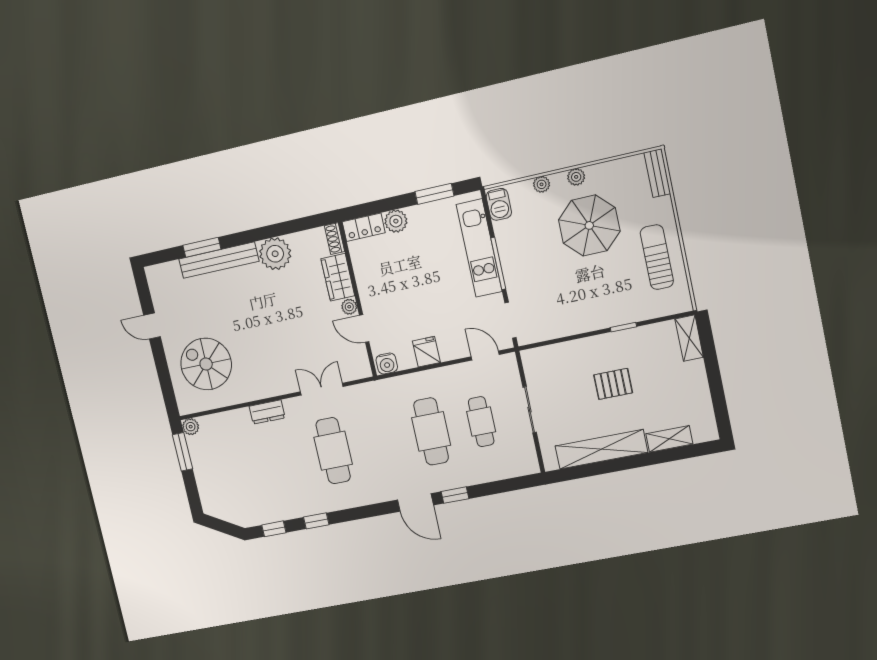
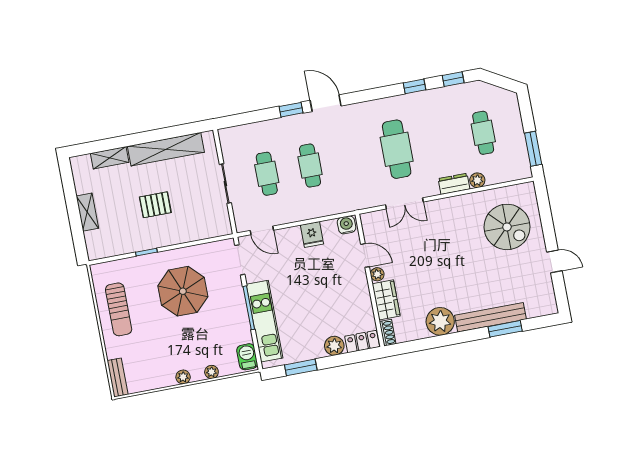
parasol: (589, 225) -> (183, 291), moved
shelving: (689, 338) -> (87, 212), moved
plant: (191, 427) -> (477, 180), moved
cafe table: (431, 431) -> (310, 166), width x0.73, depth x0.74
cafe table: (238, 469) -> (483, 133), added

